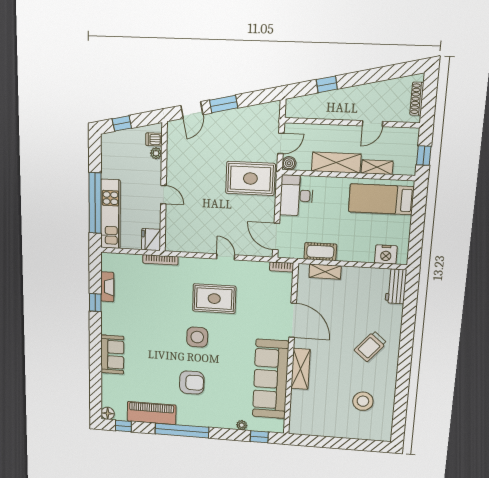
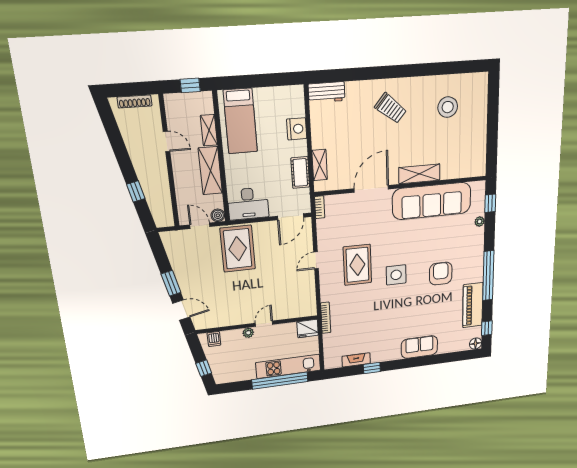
plant: (156, 153) -> (248, 333), moved
nightstand: (386, 254) -> (297, 129), moved

